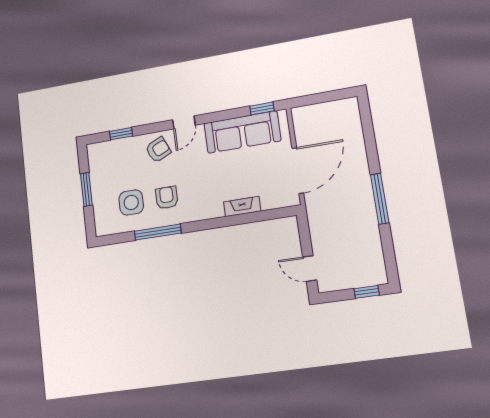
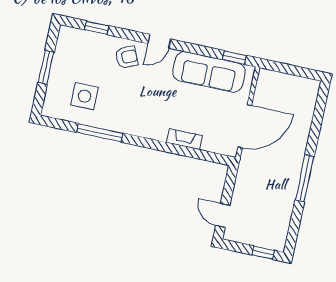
armchair: (167, 198) -> (119, 105), removed

